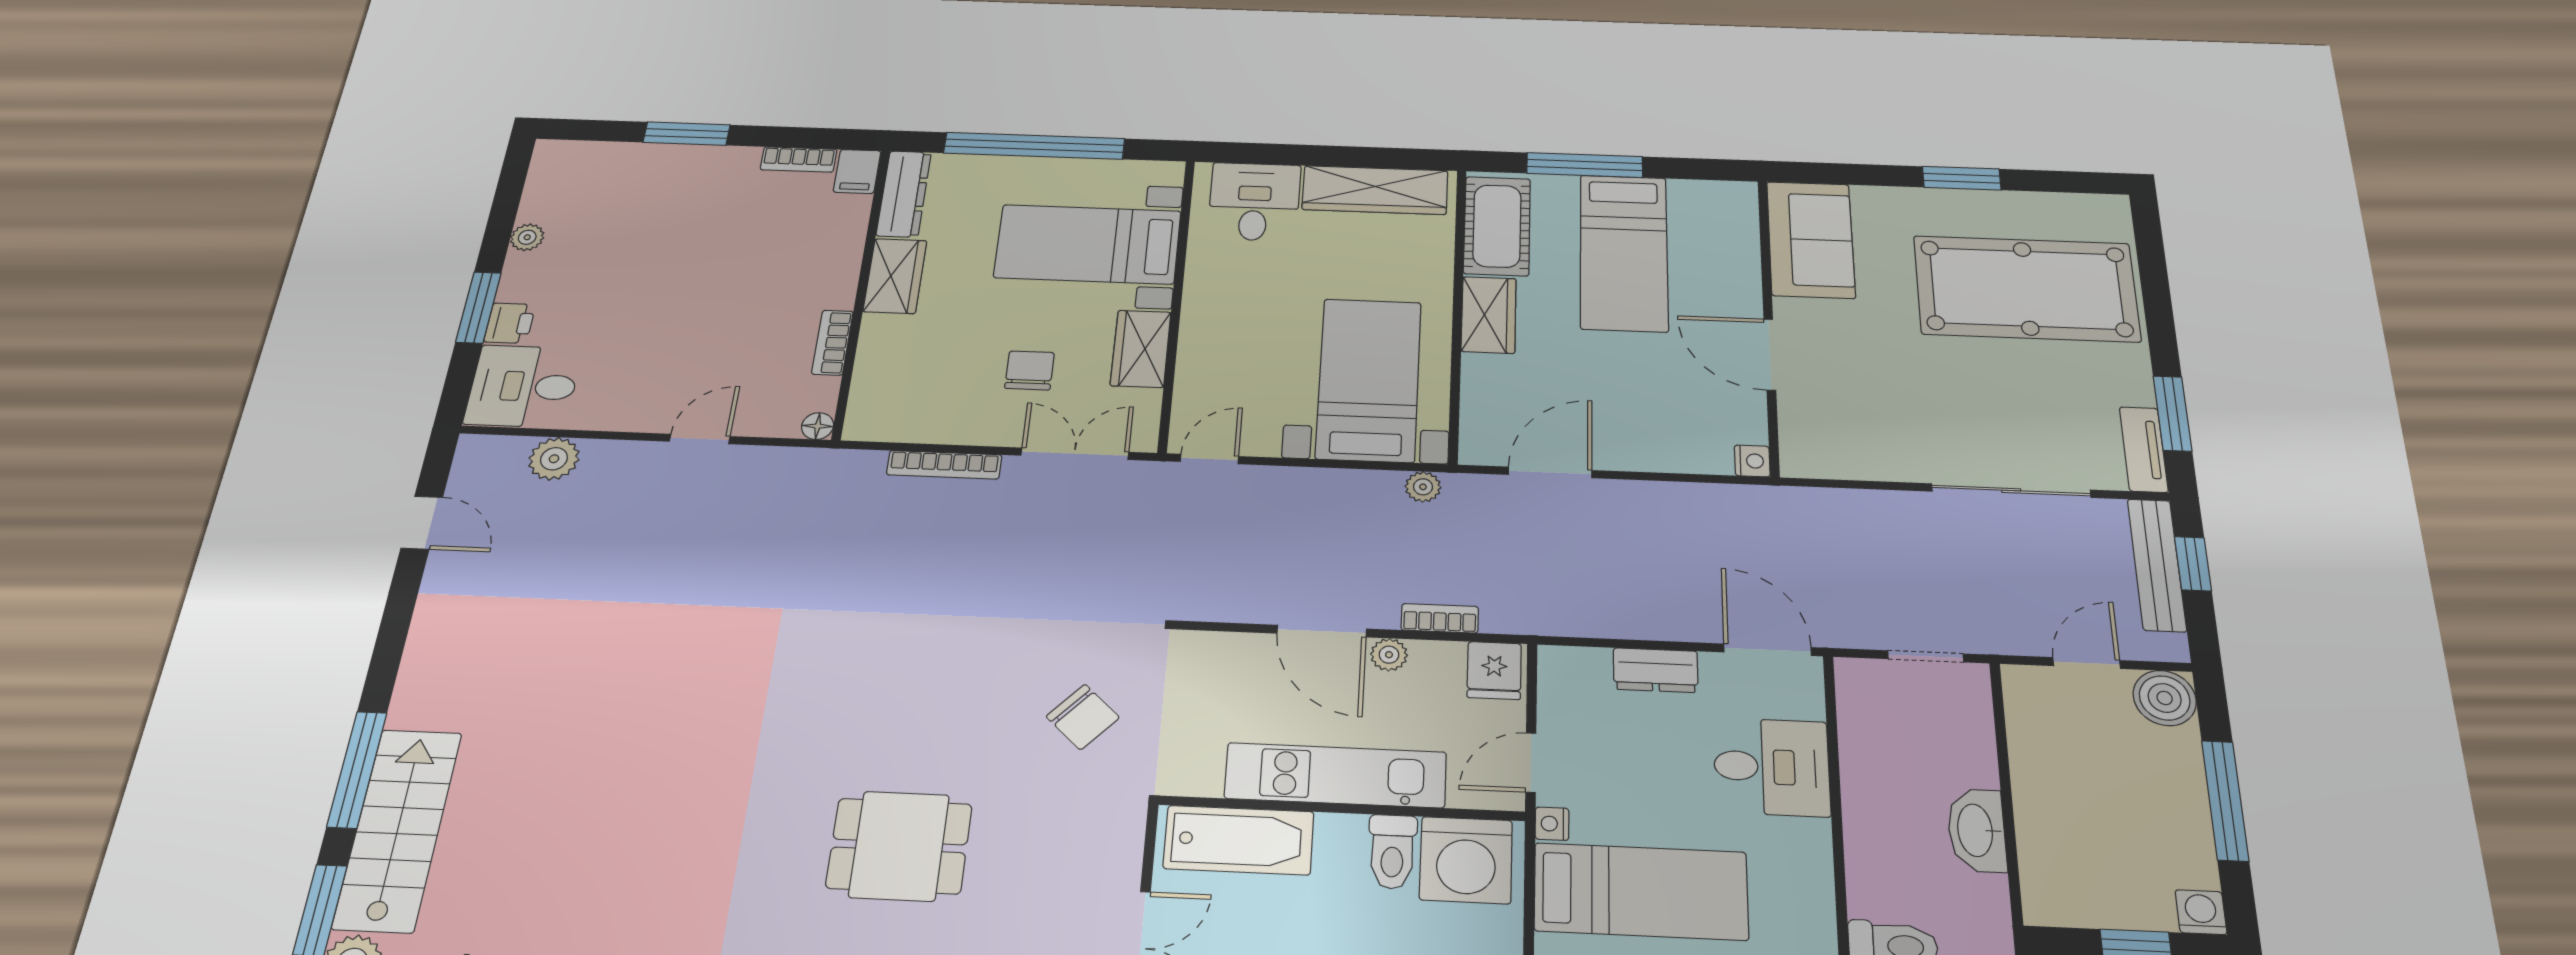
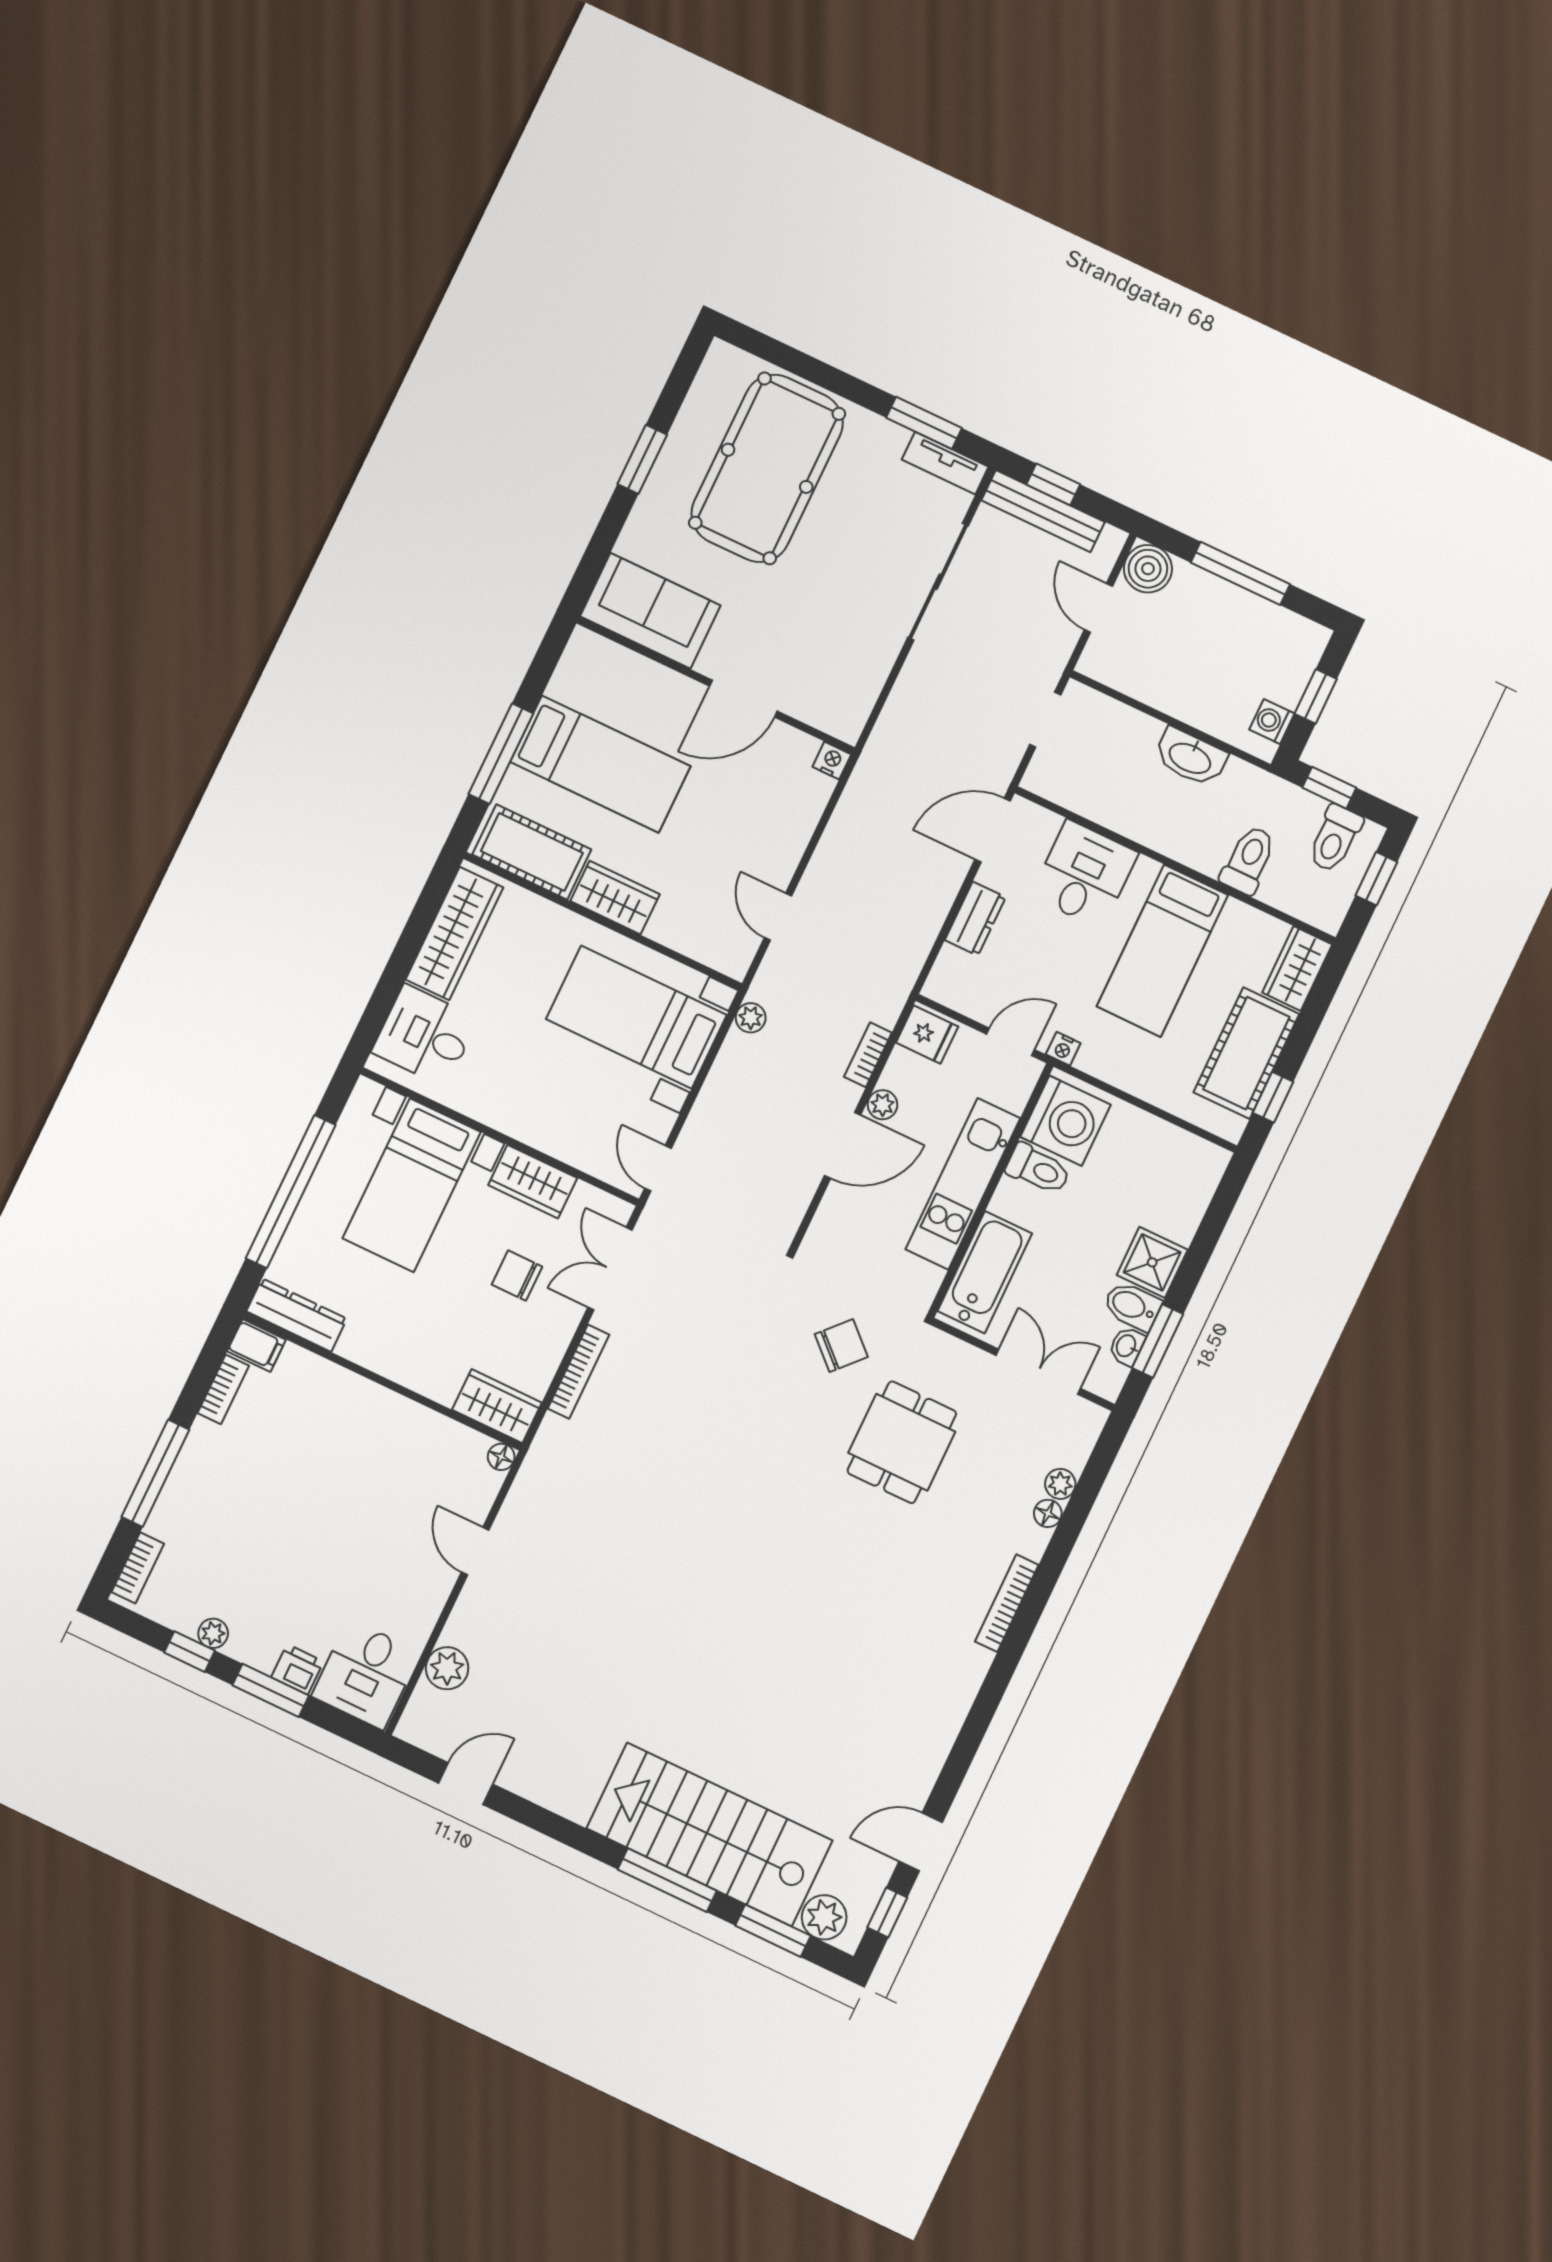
window: (687, 134) -> (155, 1473), width x1.44
window: (500, 224) -> (189, 1652), added
wardrobe: (895, 276) -> (497, 1406), moved
bookcase: (832, 343) -> (138, 1568), moved, turned -90
door: (1550, 472) -> (778, 917), width x0.73
door: (1531, 763) -> (1011, 1042), swing flipped
stairs: (398, 830) -> (709, 1834), width x1.36, depth x1.51
dining table: (899, 846) -> (902, 1442), moved
bed: (1641, 891) -> (1162, 951), moved, turned 180
washing machine: (2201, 912) -> (1272, 721), moved

